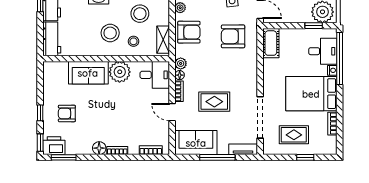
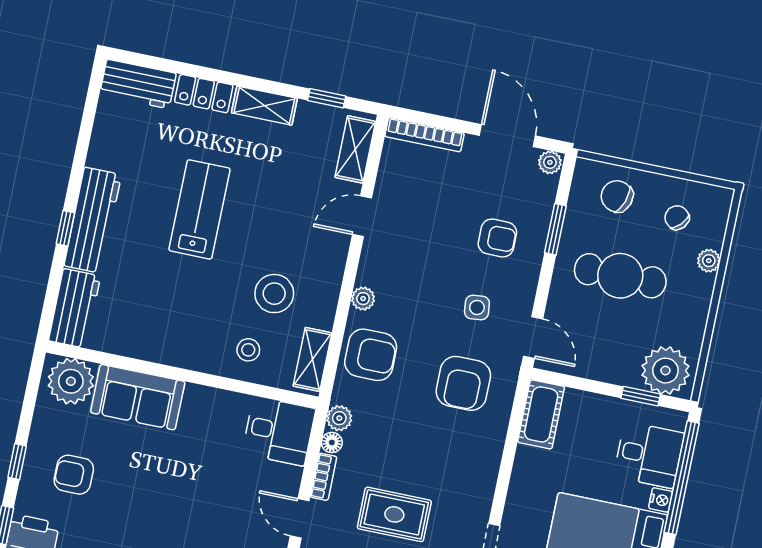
stool: (110, 33) -> (202, 322), removed
armchair: (233, 36) -> (463, 383), turned -90
plant: (120, 72) -> (71, 381), moved

